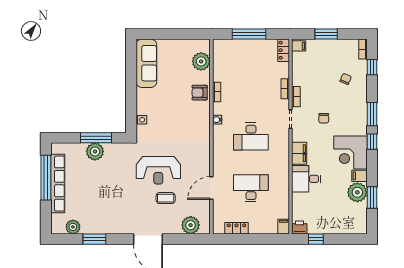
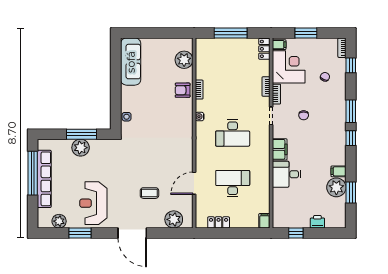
corner desk: (350, 153) -> (289, 67), moved, turned 180
reception desk: (158, 170) -> (93, 203), moved, turned 90
printer: (300, 228) -> (317, 222), moved

